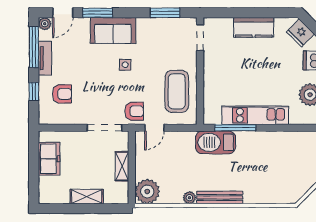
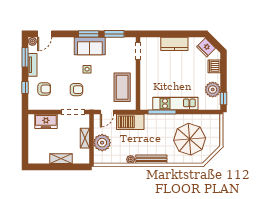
window: (98, 13) -> (89, 34), moved
sofa: (113, 30) -> (90, 46), moved
window: (34, 47) -> (25, 57), width x0.69
armchair: (134, 111) -> (76, 90), moved
barbecue: (216, 142) -> (130, 122), moved
freezer: (49, 159) -> (46, 121), moved, turned 90
parasol: (276, 168) -> (190, 139), added
plant: (147, 191) -> (102, 143), moved

